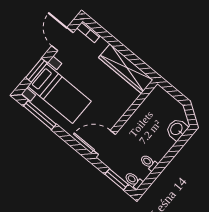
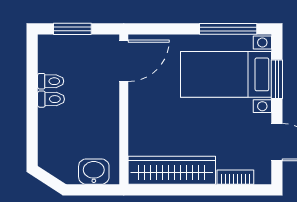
bookcase: (88, 32) -> (235, 177), moved
washbasin: (177, 129) -> (94, 172), moved, turned -90
toilet: (134, 180) -> (51, 99), moved

